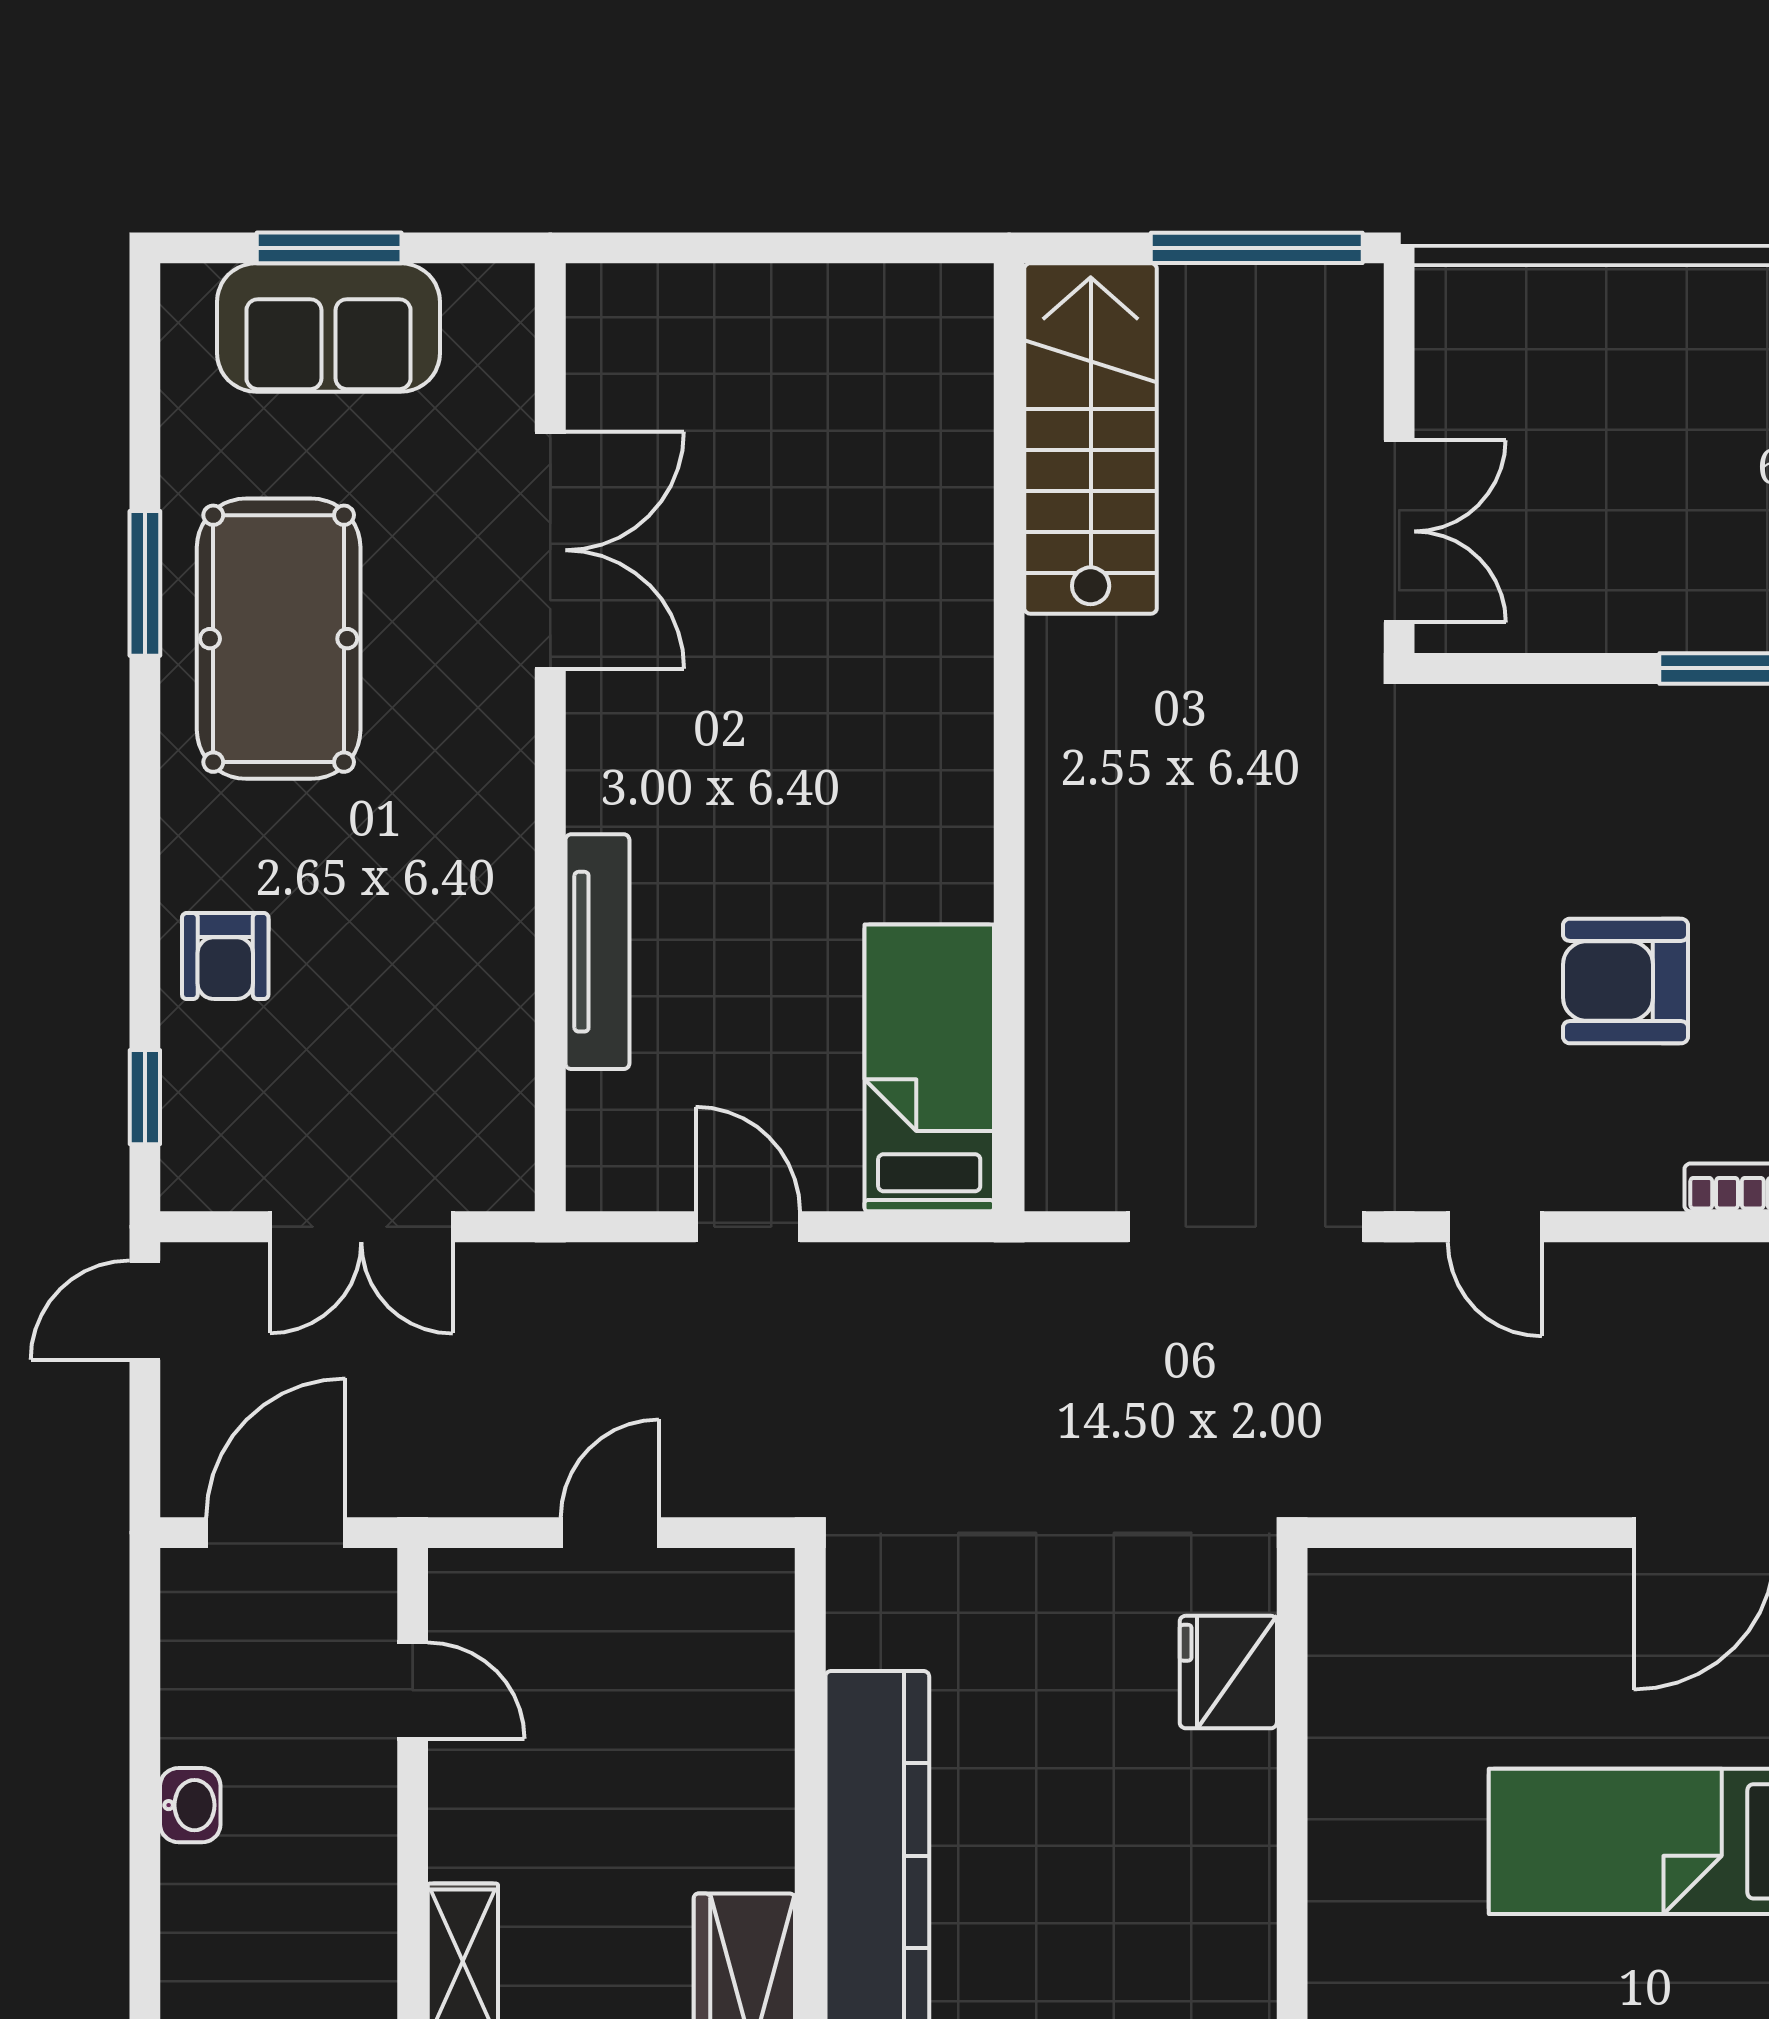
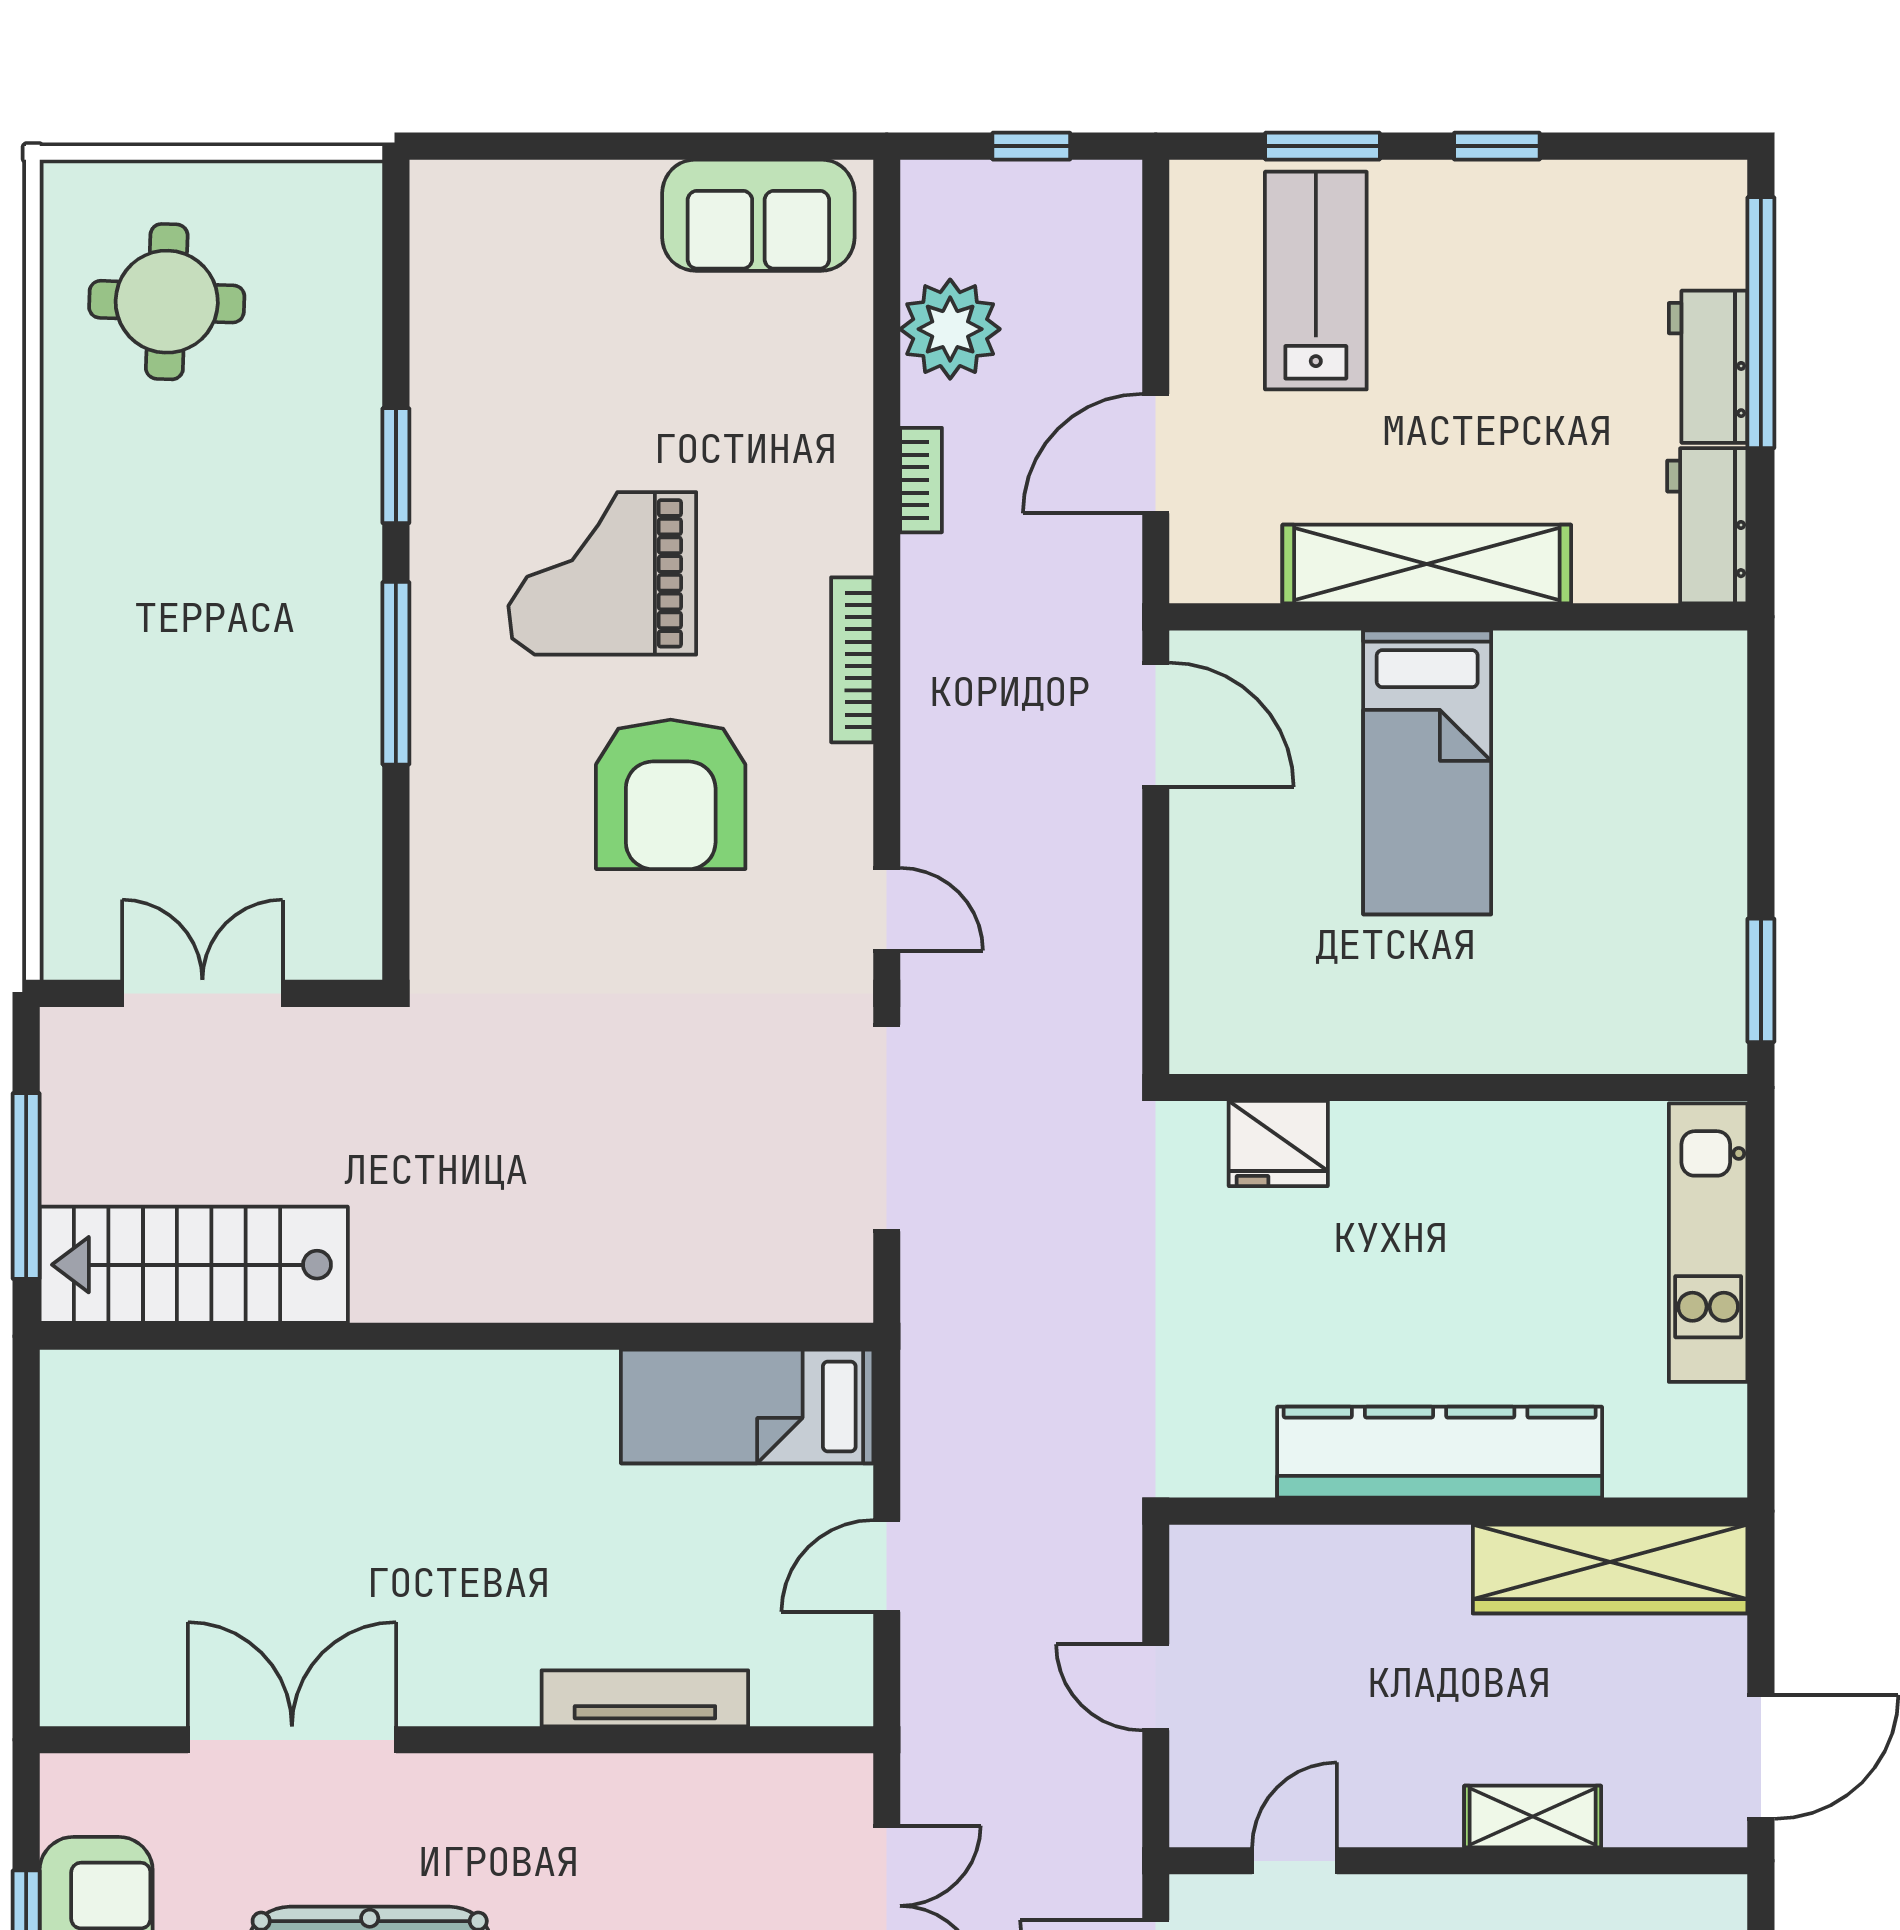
window: (1257, 248) -> (26, 1186), moved
double door: (1399, 531) -> (202, 993), moved
armchair: (1625, 981) -> (671, 794), width x1.36, depth x1.36
door: (1495, 1227) -> (887, 909), hinge flipped

